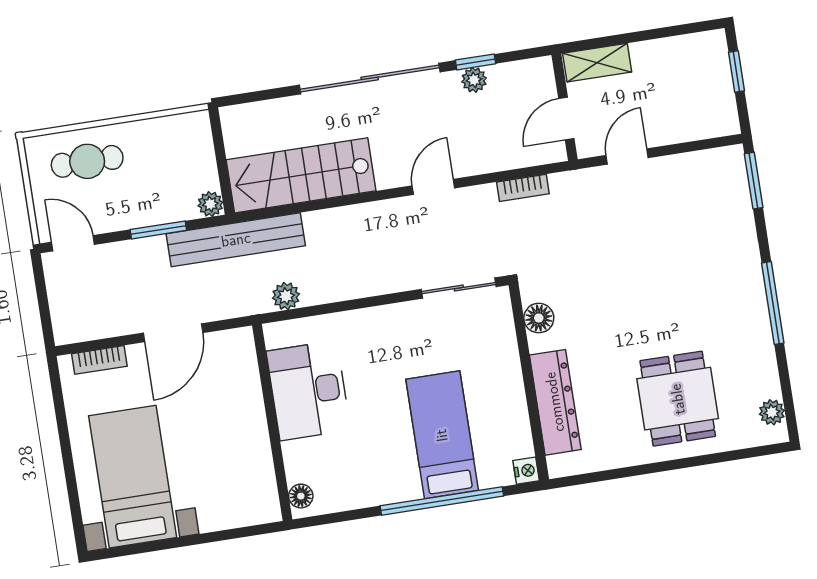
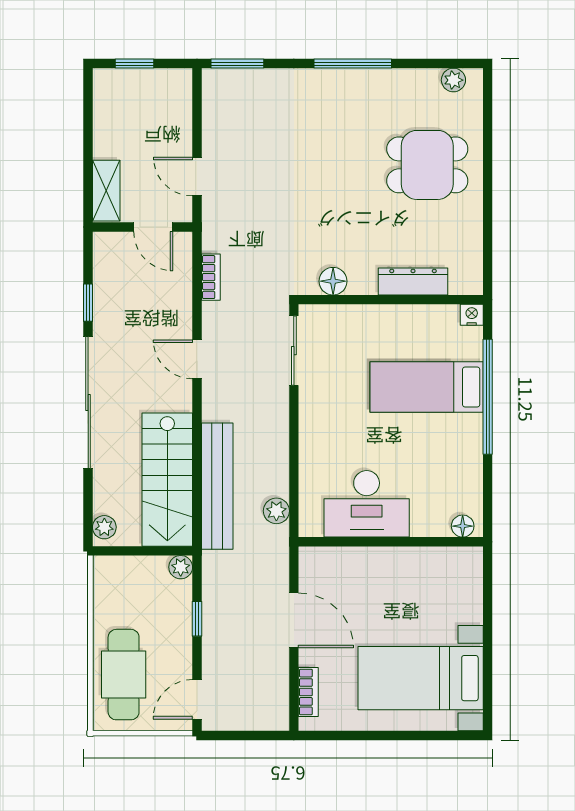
plant: (474, 80) -> (104, 527), moved
cafe table: (87, 161) -> (124, 675), width x1.37, depth x1.35
window: (158, 230) -> (197, 619), width x0.67
bench: (236, 240) -> (217, 486), moved
dresser: (555, 402) -> (413, 282), width x0.73, depth x0.80

